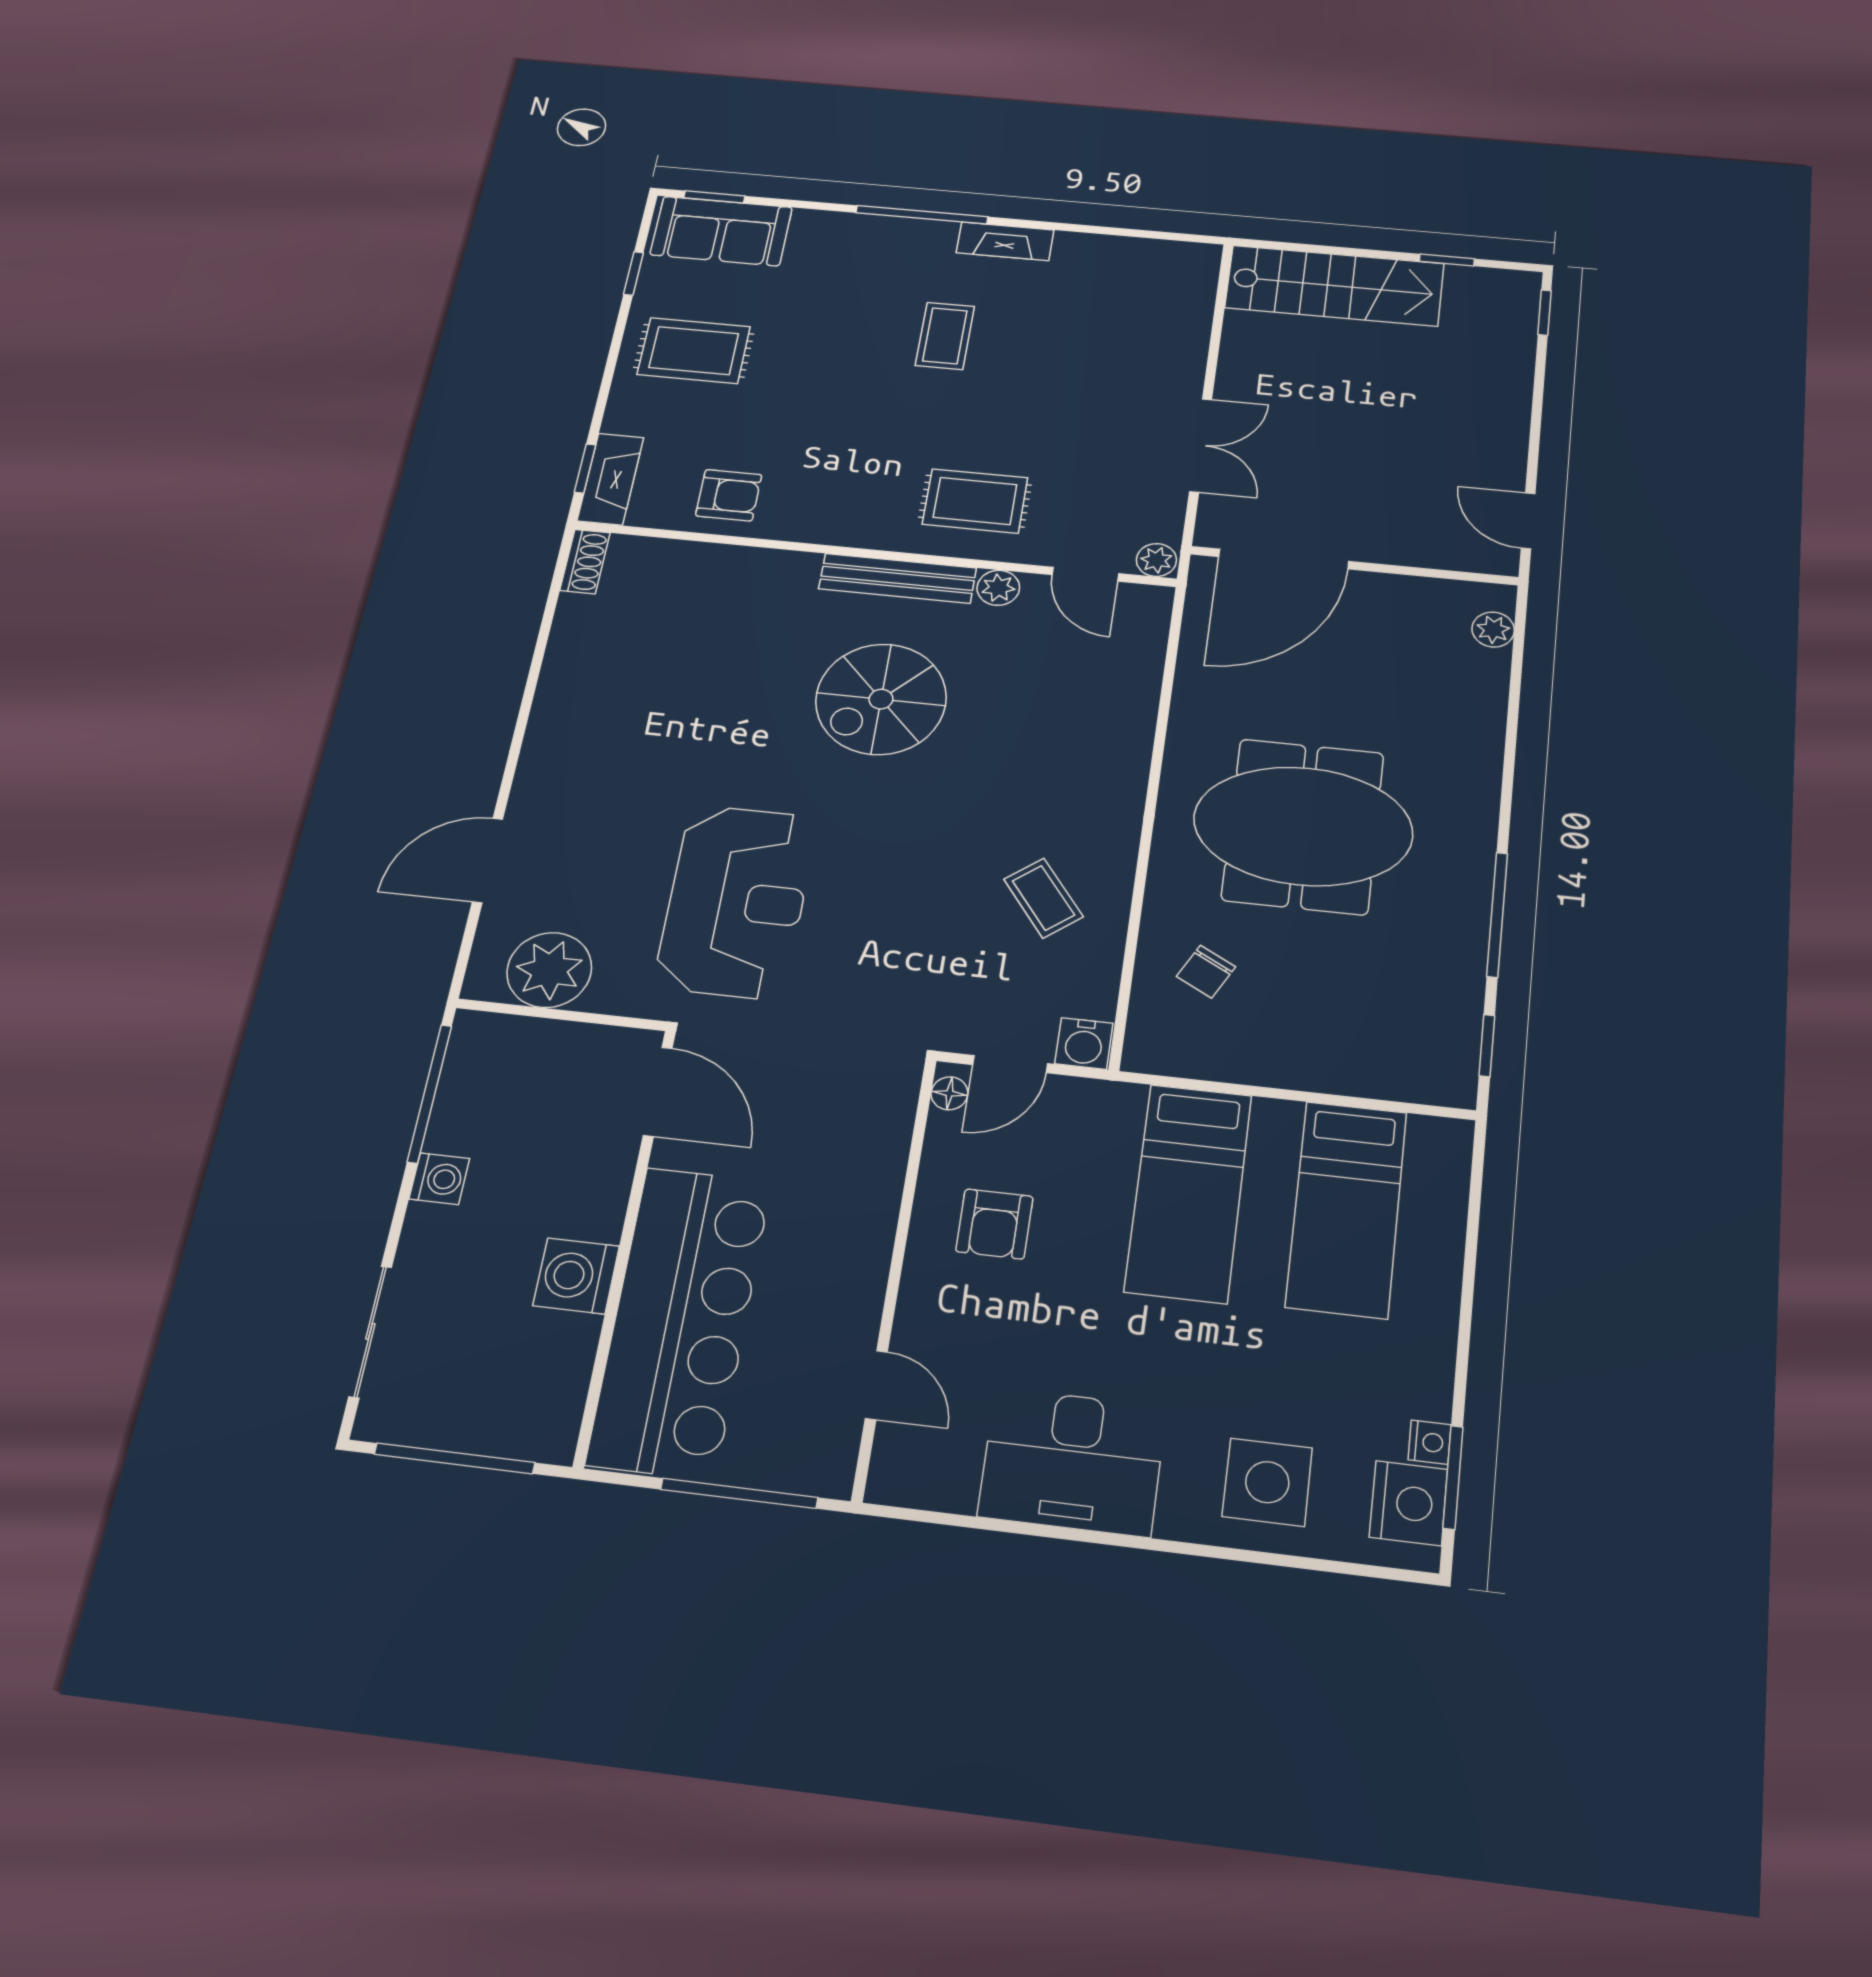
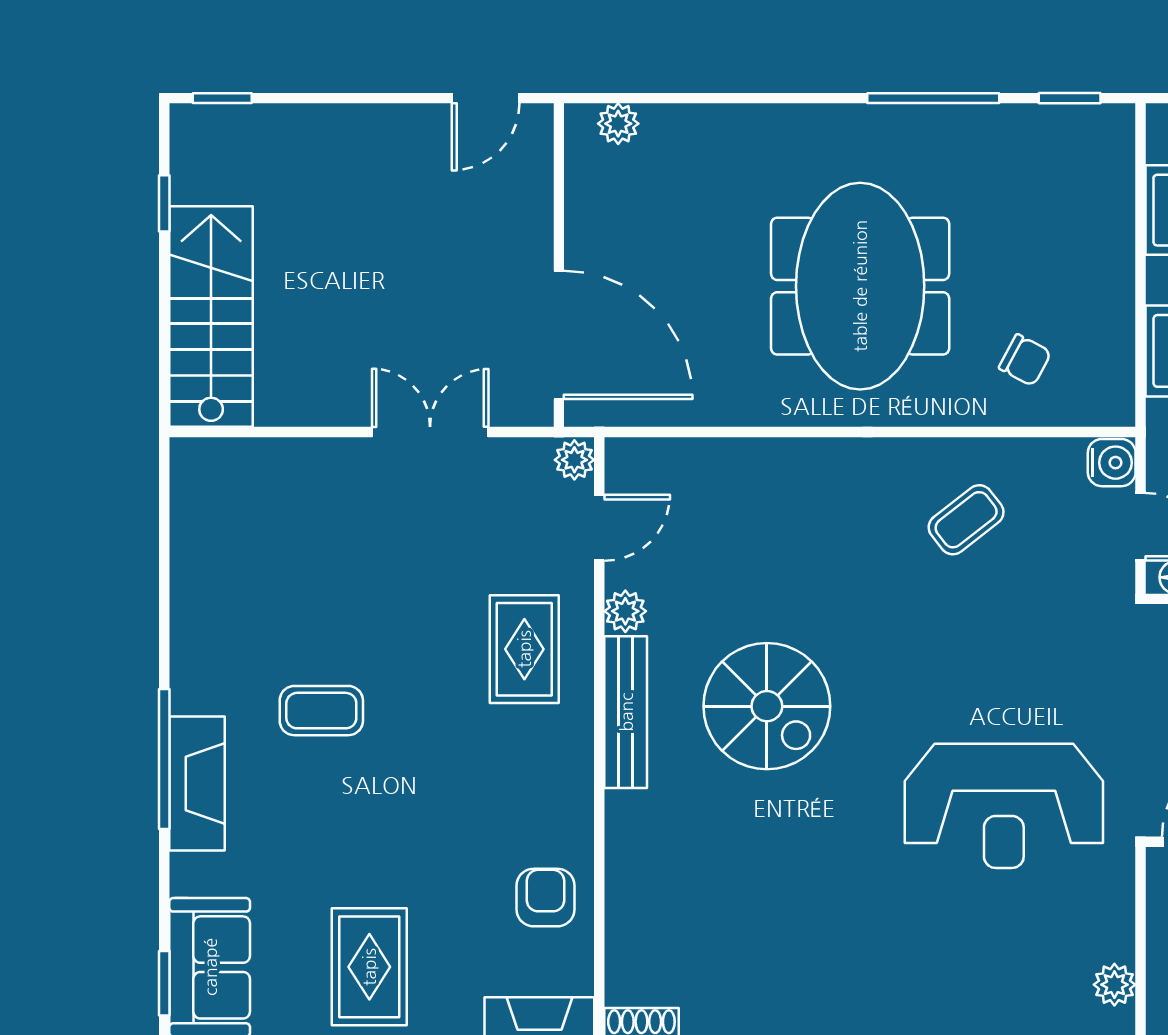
fireplace: (1005, 241) -> (197, 784), moved, width x1.37, depth x1.32
reception desk: (736, 901) -> (1004, 806), turned 180
plant: (549, 970) -> (1114, 985), width x0.53, depth x0.53

